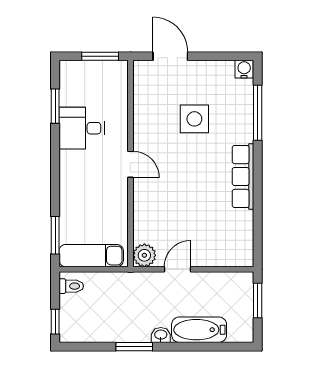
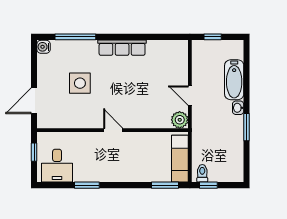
window: (100, 56) -> (34, 152), width x0.67
window: (55, 106) -> (87, 185), moved
desk: (82, 128) -> (57, 166), moved
door: (130, 164) -> (113, 130), hinge flipped
window: (258, 300) -> (213, 37), width x0.67
window: (55, 322) -> (208, 185), moved

